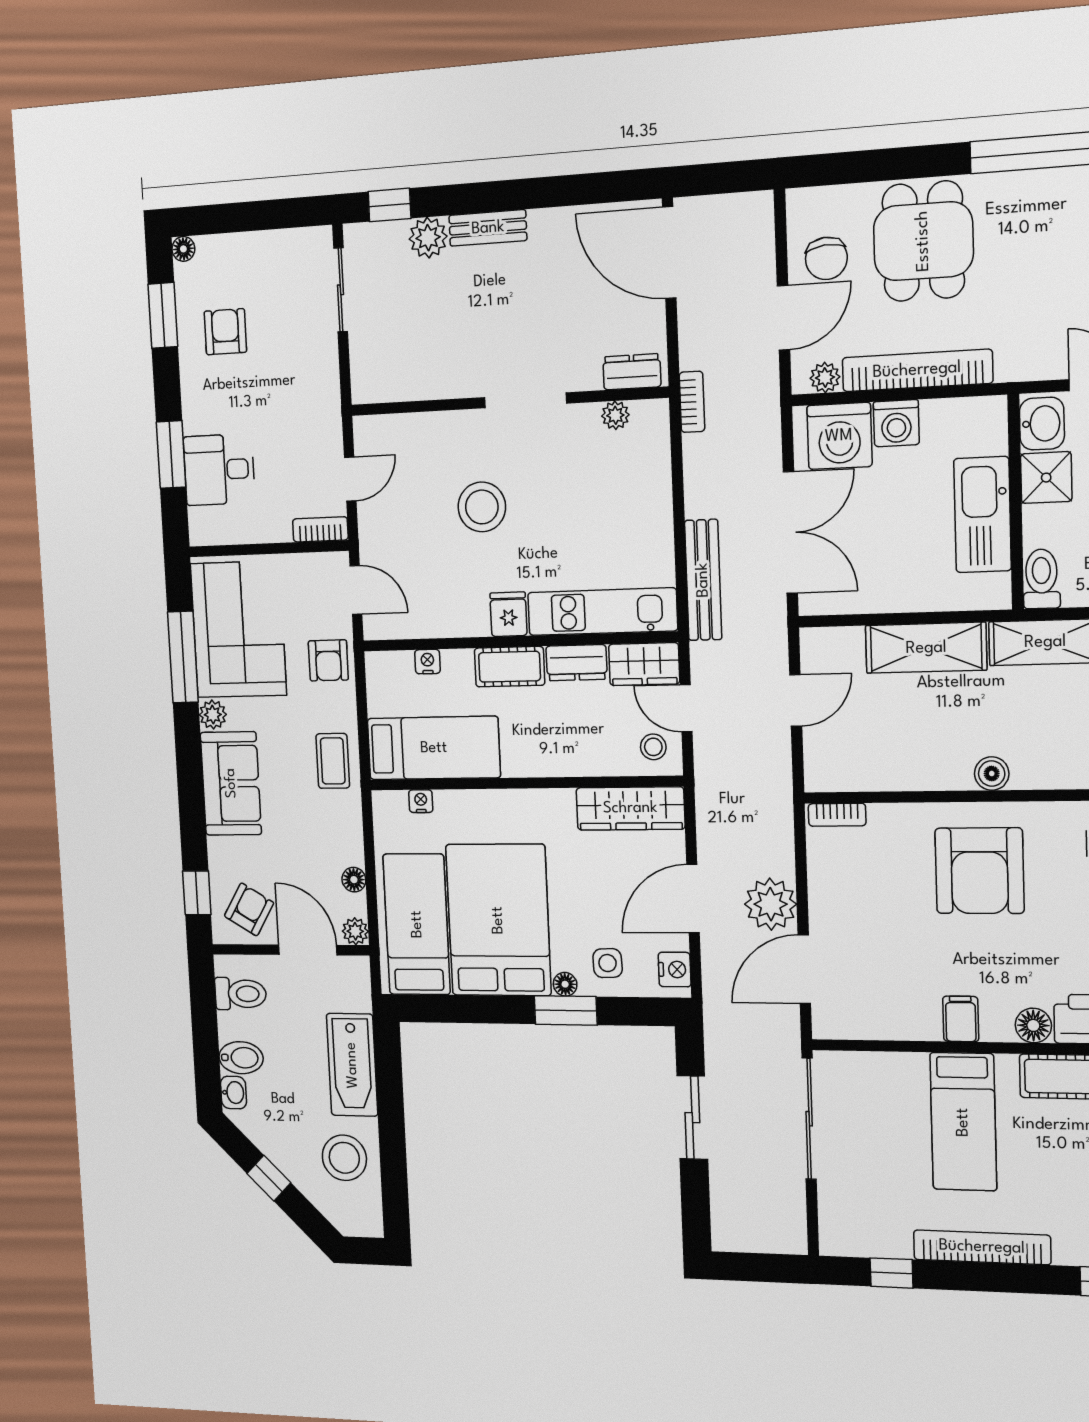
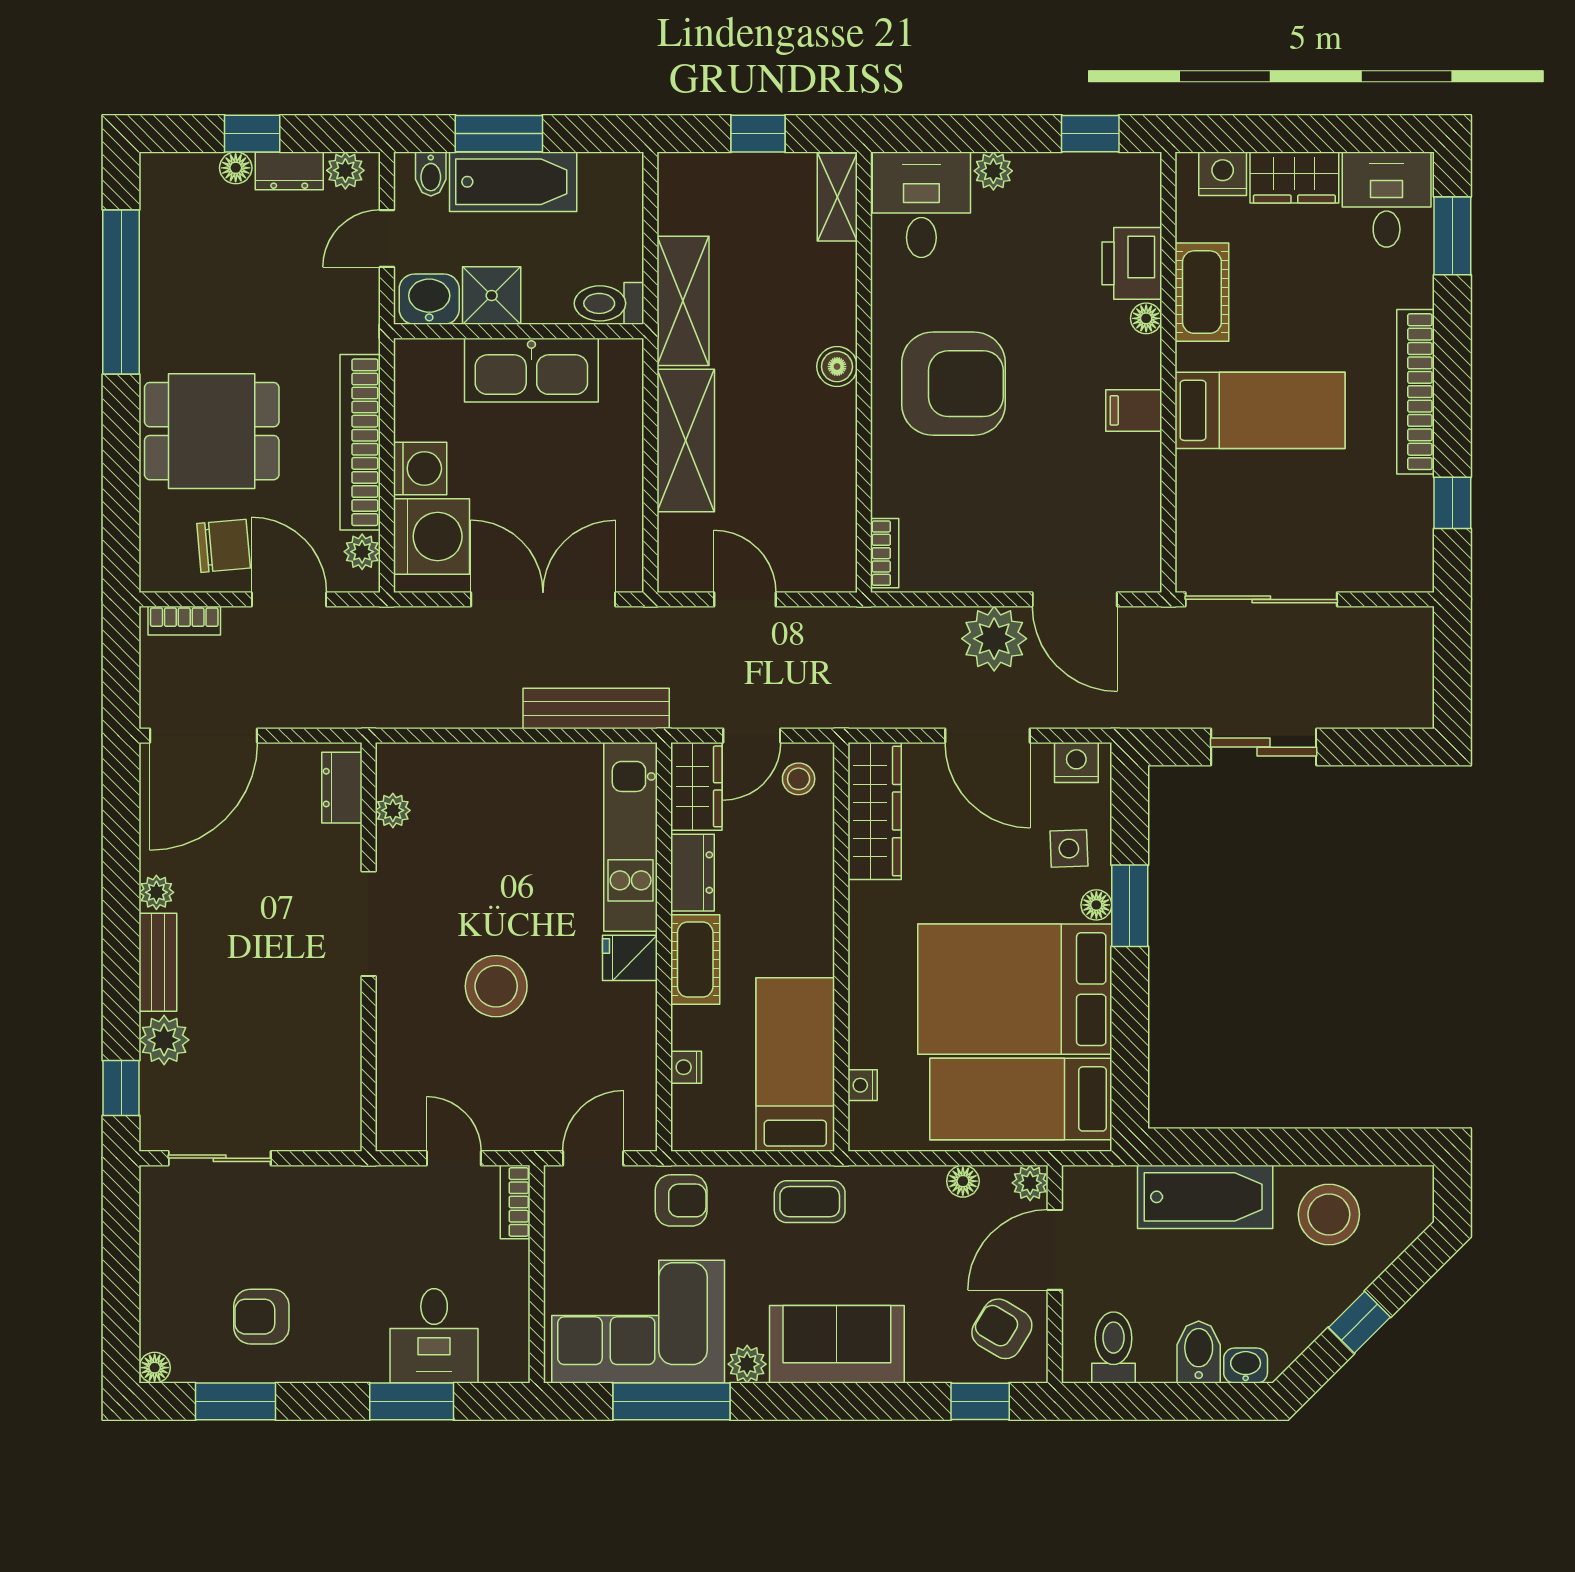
plant: (543, 222) -> (156, 892), added
bookcase: (692, 402) -> (184, 621), moved, turned 180
floor lamp: (1033, 1025) -> (1146, 318), width x0.73, depth x0.73

